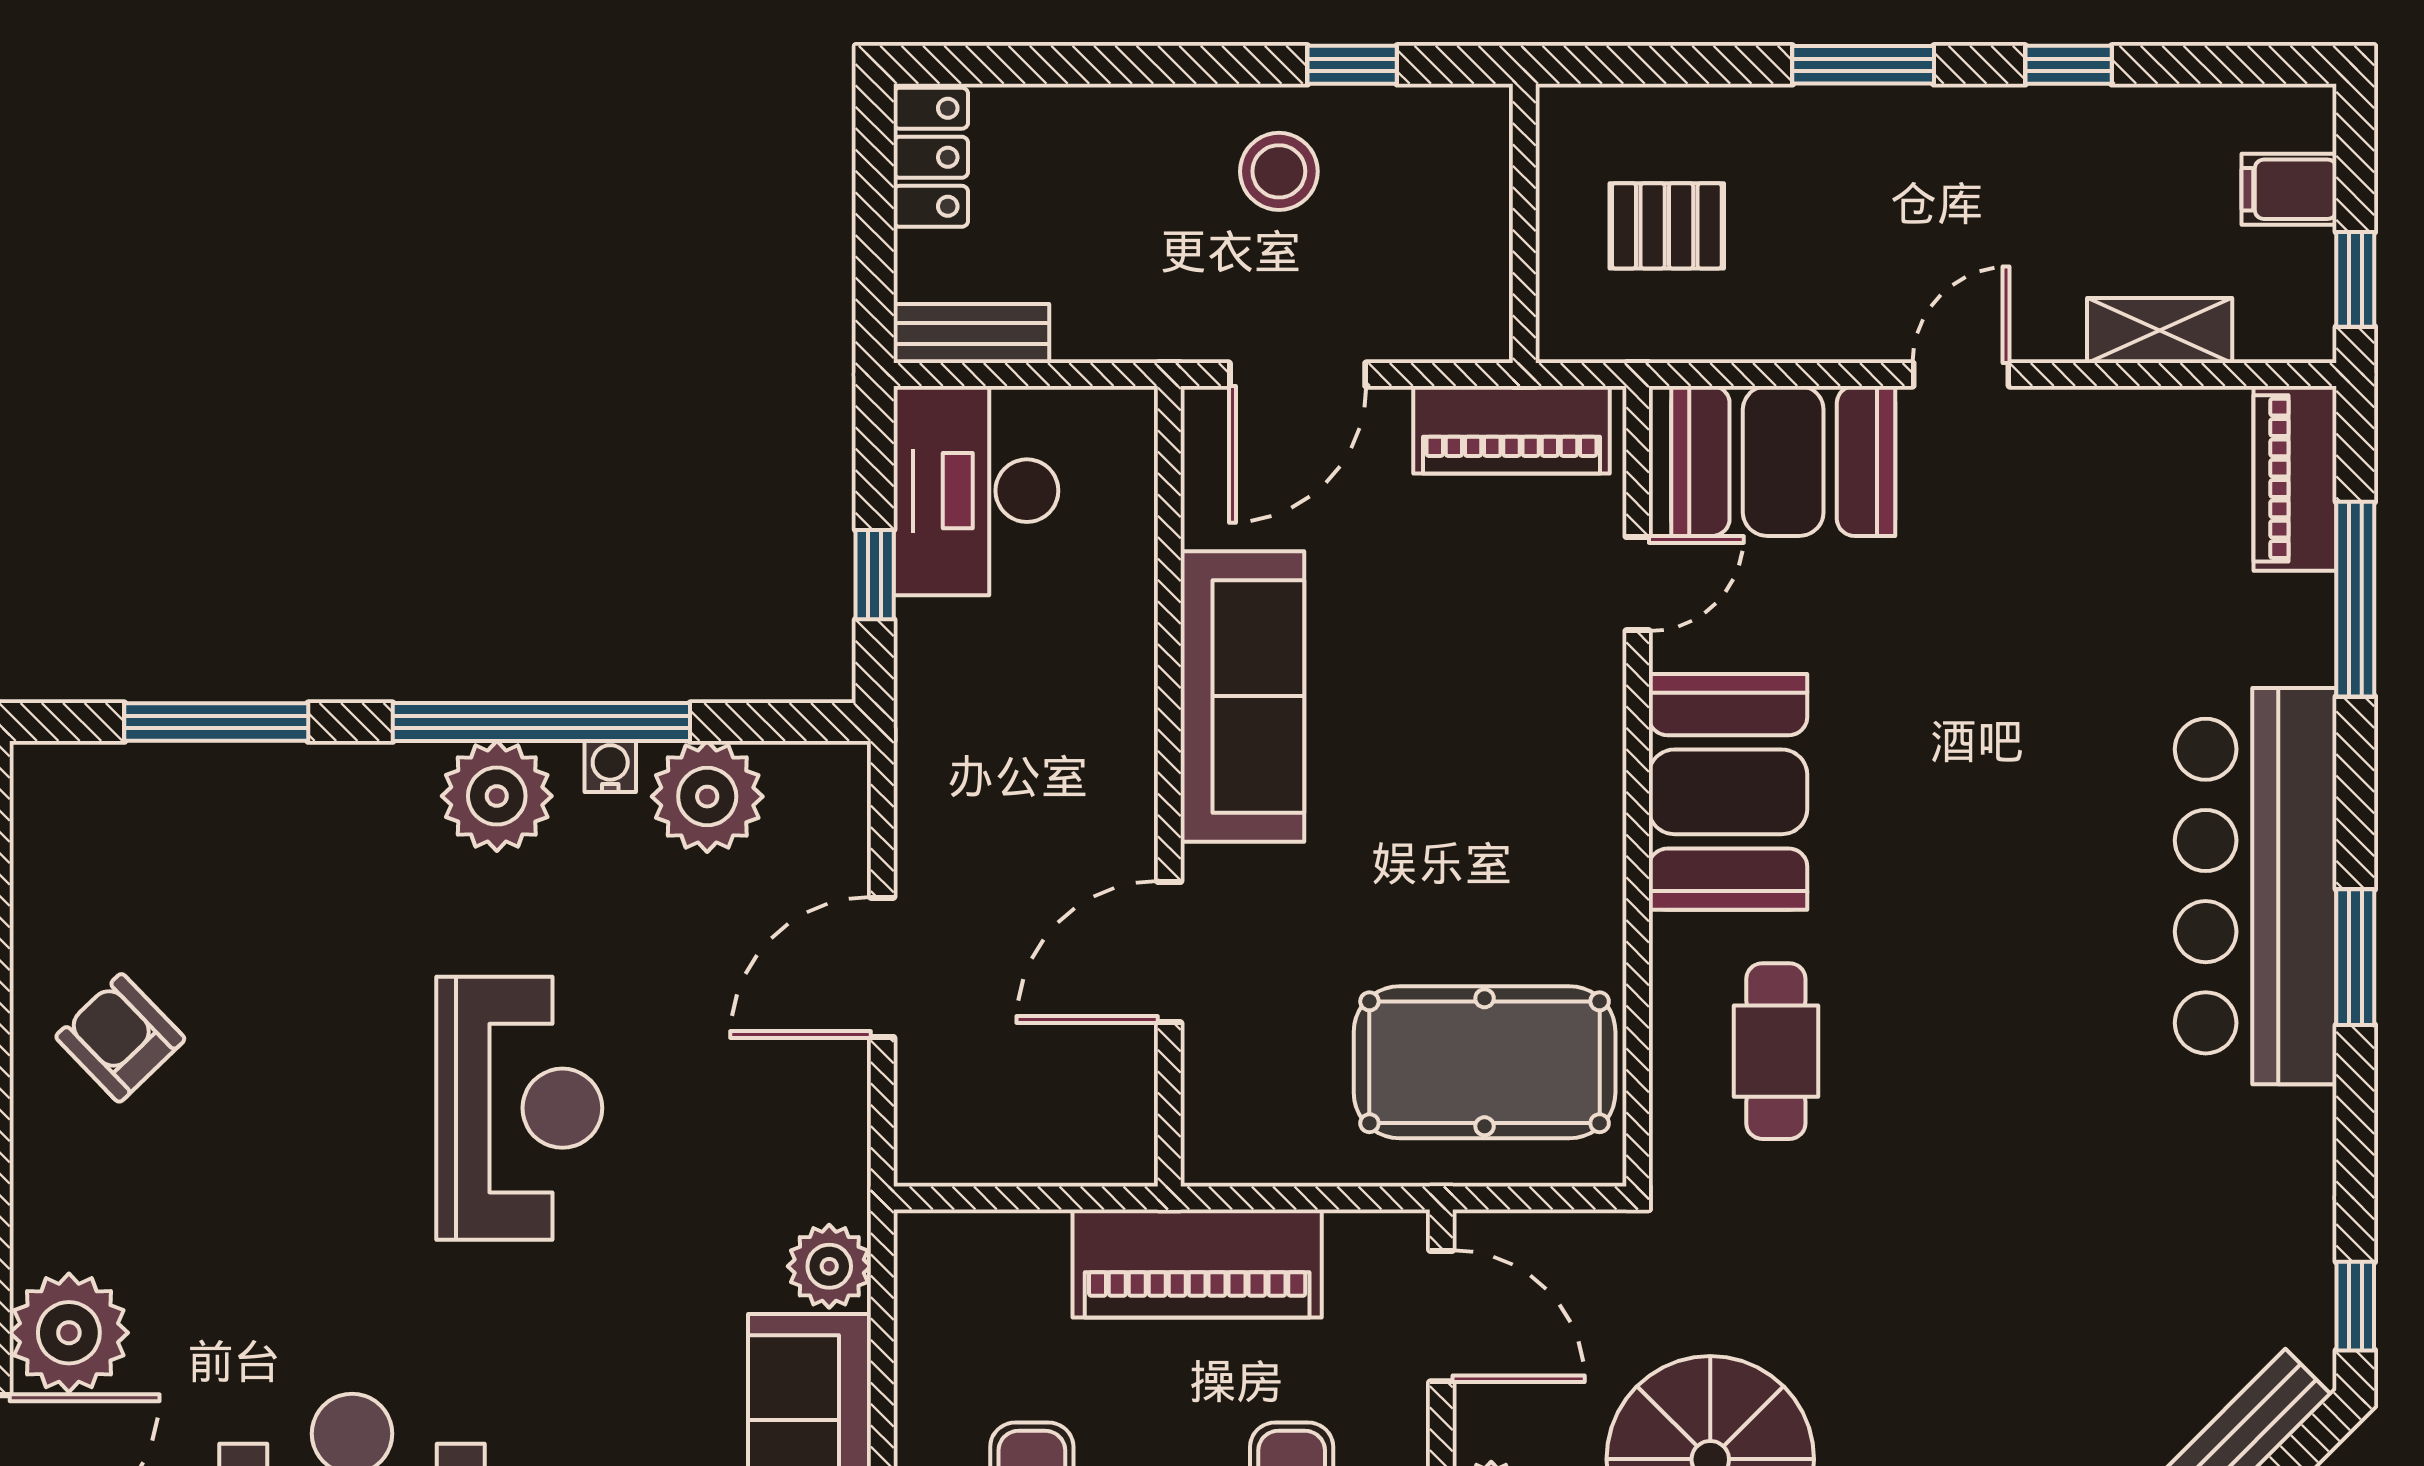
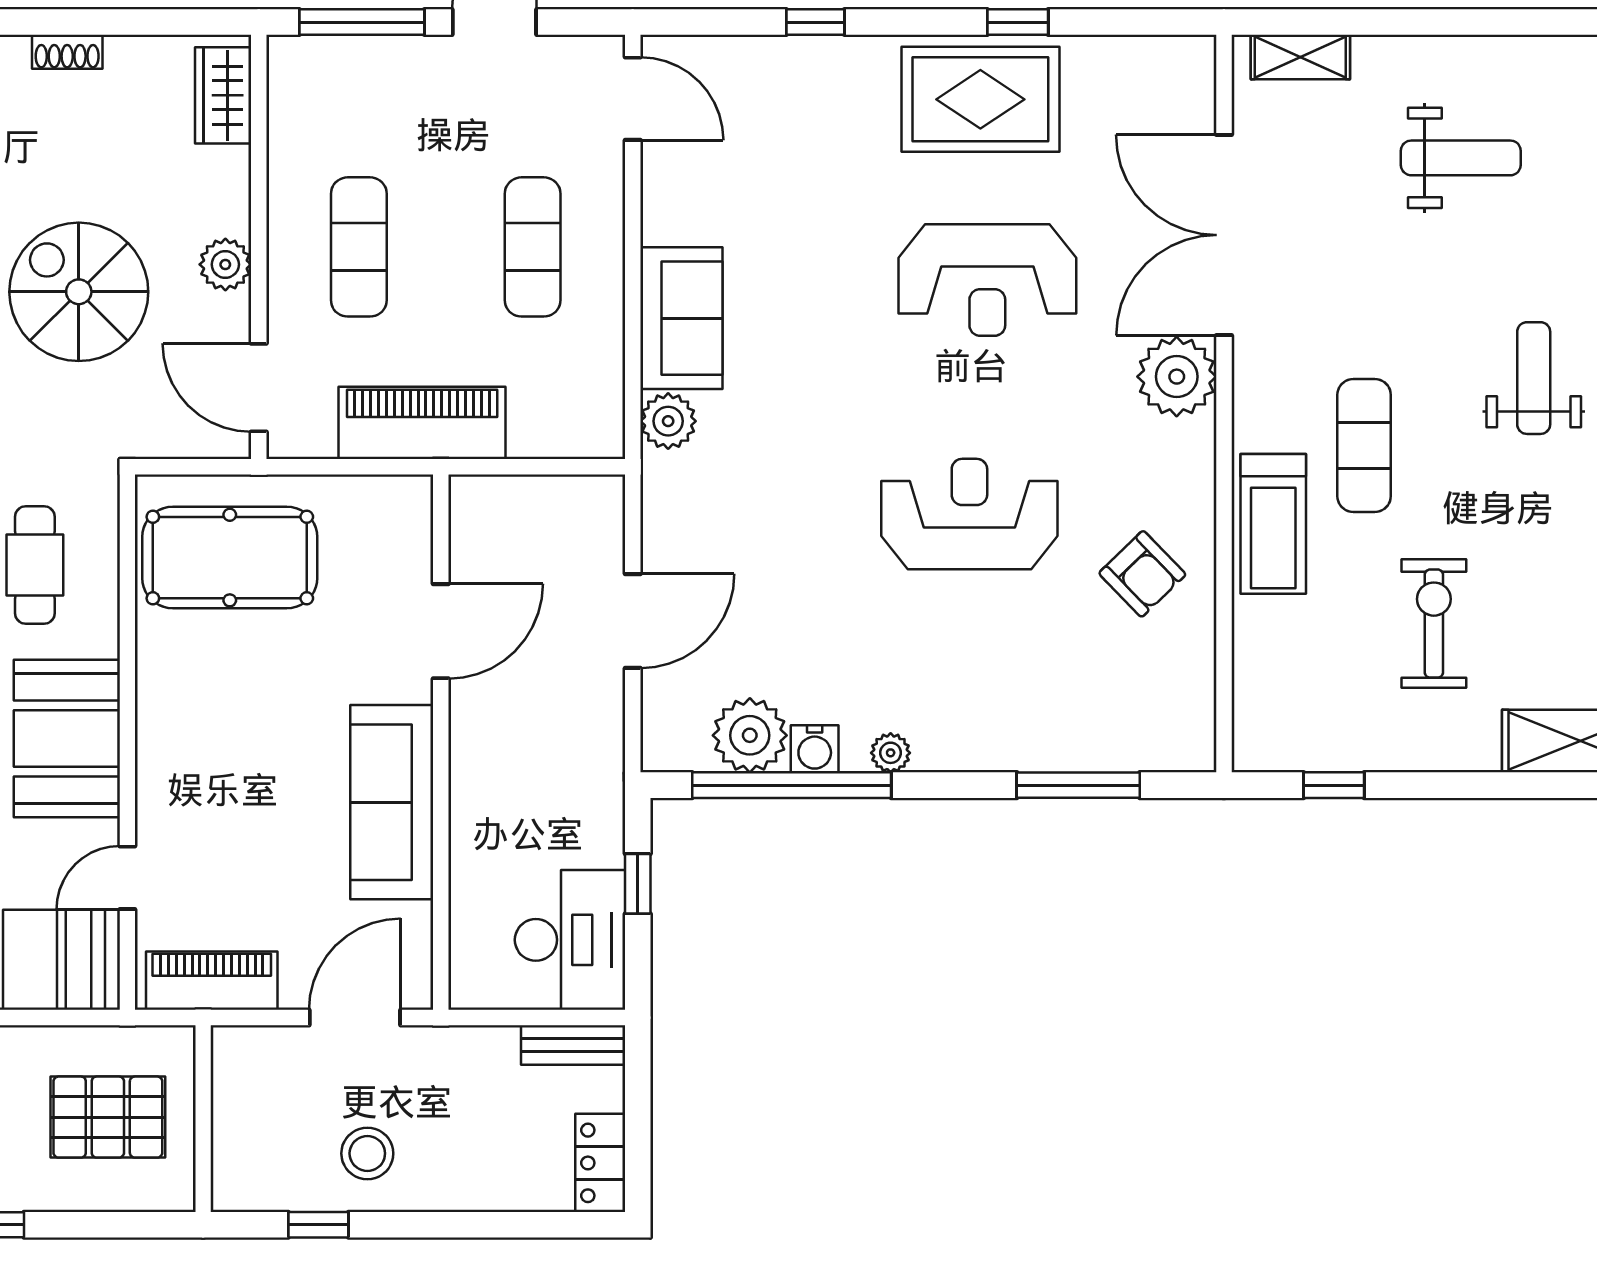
pallet: (1667, 226) -> (108, 1117), width x1.50, depth x1.42
window: (541, 722) -> (792, 785), moved
water cooler: (610, 767) -> (815, 749), width x1.38, depth x1.38
plant: (497, 796) -> (891, 753), width x0.53, depth x0.53
reception desk: (519, 1108) -> (969, 514), moved, turned 90

